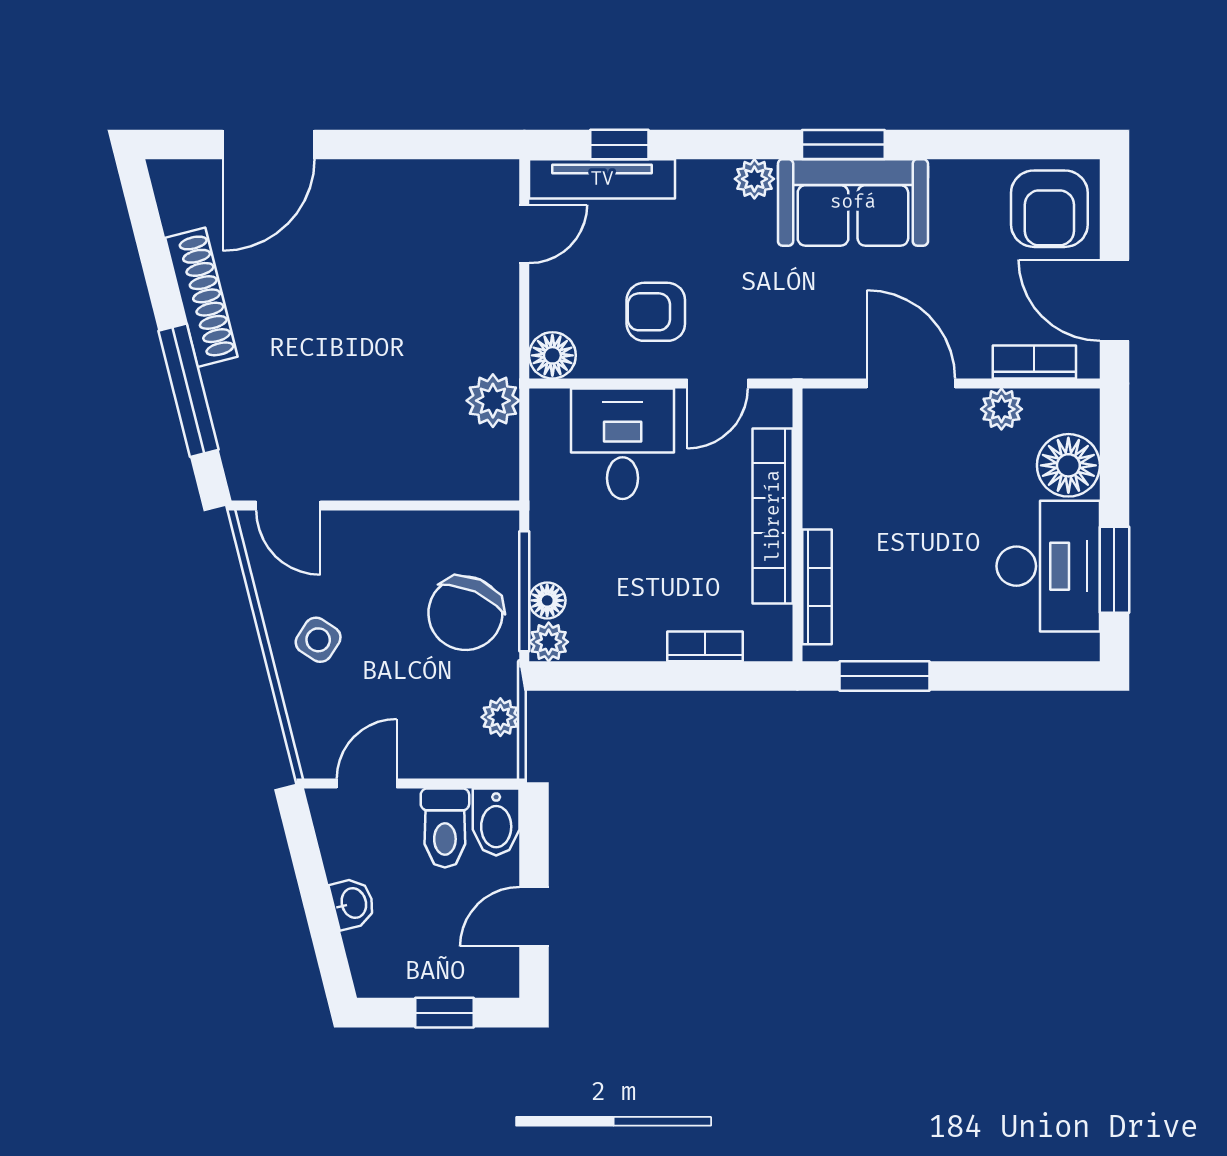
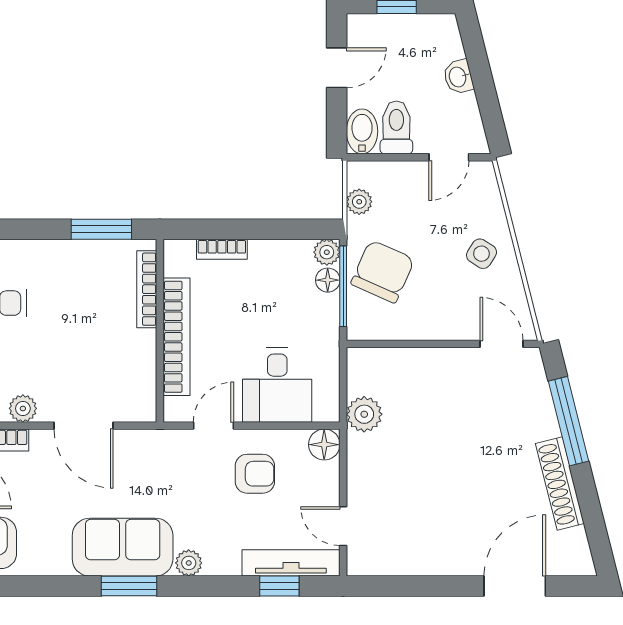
door: (524, 234) -> (343, 526), hinge flipped

